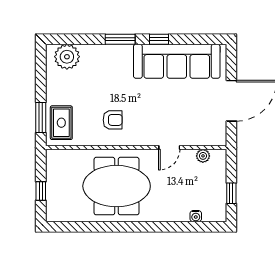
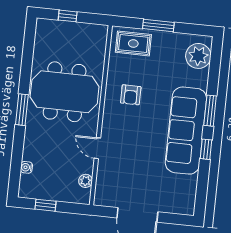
sofa: (177, 61) -> (186, 131), moved
window: (41, 118) -> (158, 25), moved
meeting table: (117, 186) -> (65, 92), turned 90
window: (139, 227) -> (22, 110), added

